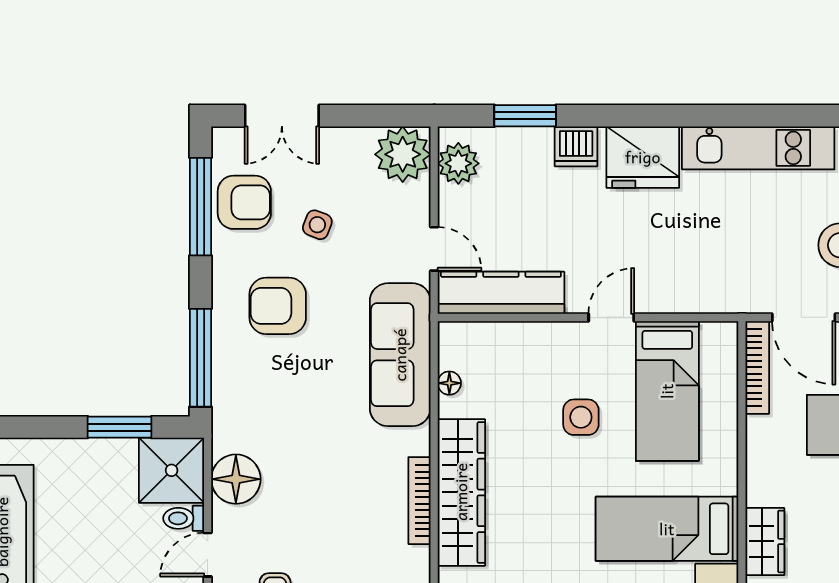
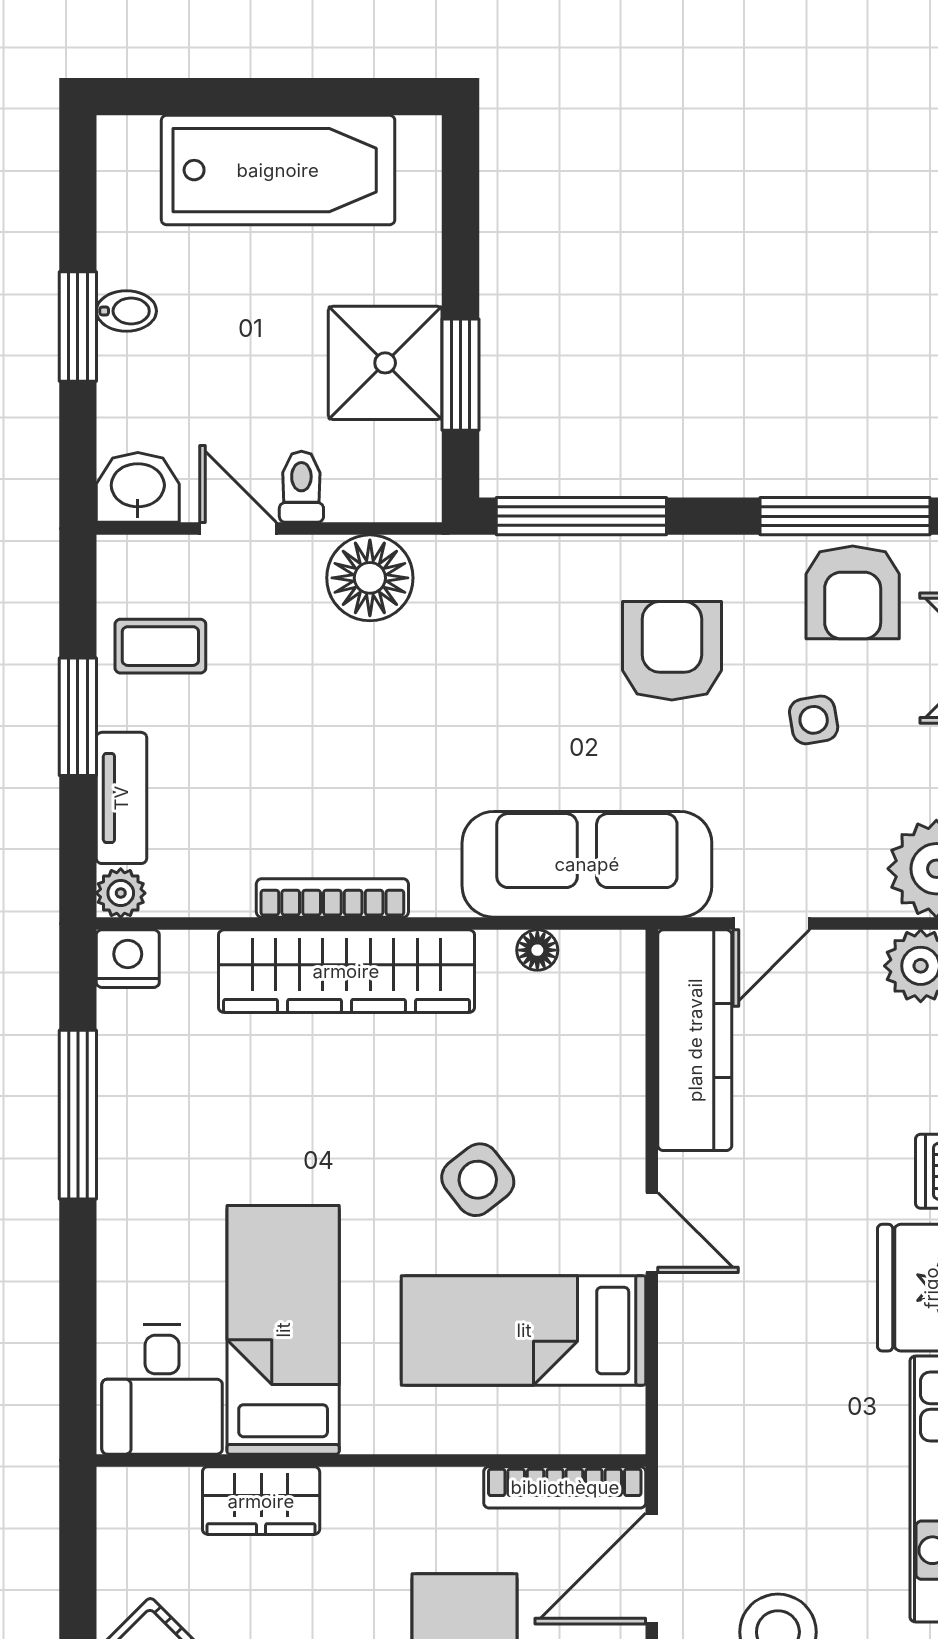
side table: (317, 225) -> (814, 720), turned -31
side table: (581, 417) -> (478, 1180), turned -38
shower: (172, 470) -> (385, 363), moved

